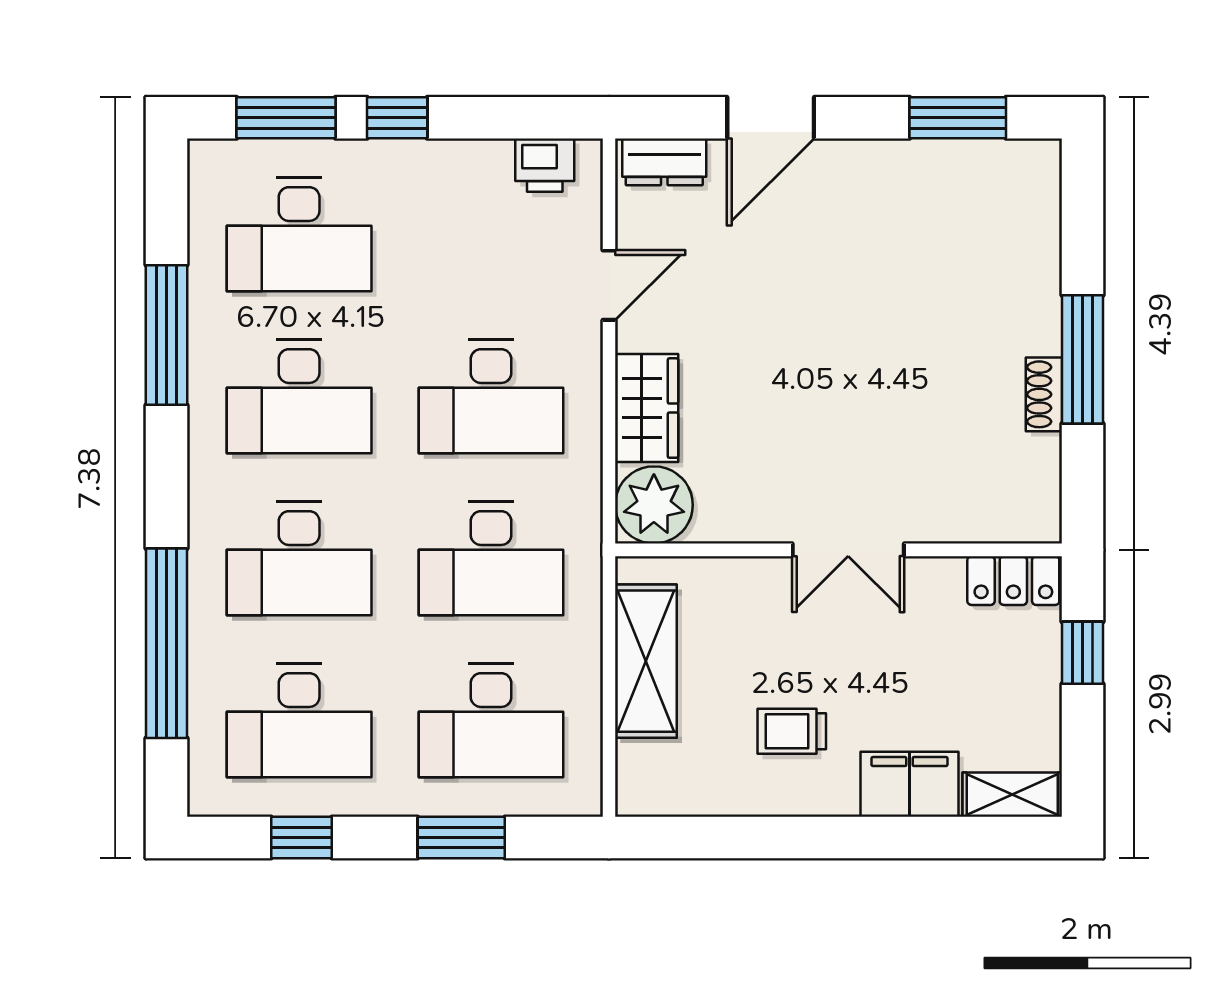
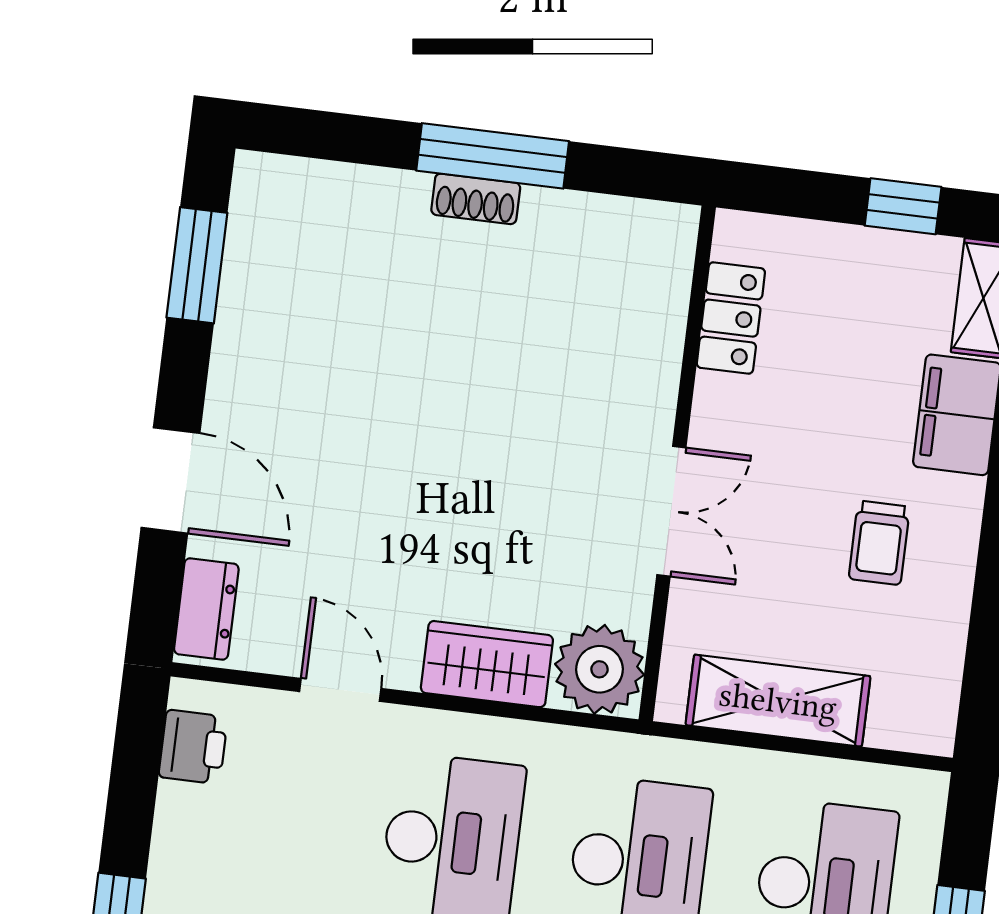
shoe rack: (1044, 394) -> (476, 199), moved
double door: (848, 550) -> (671, 511), moved
locker: (1013, 581) -> (731, 318), moved
window: (1082, 653) -> (903, 206), moved

